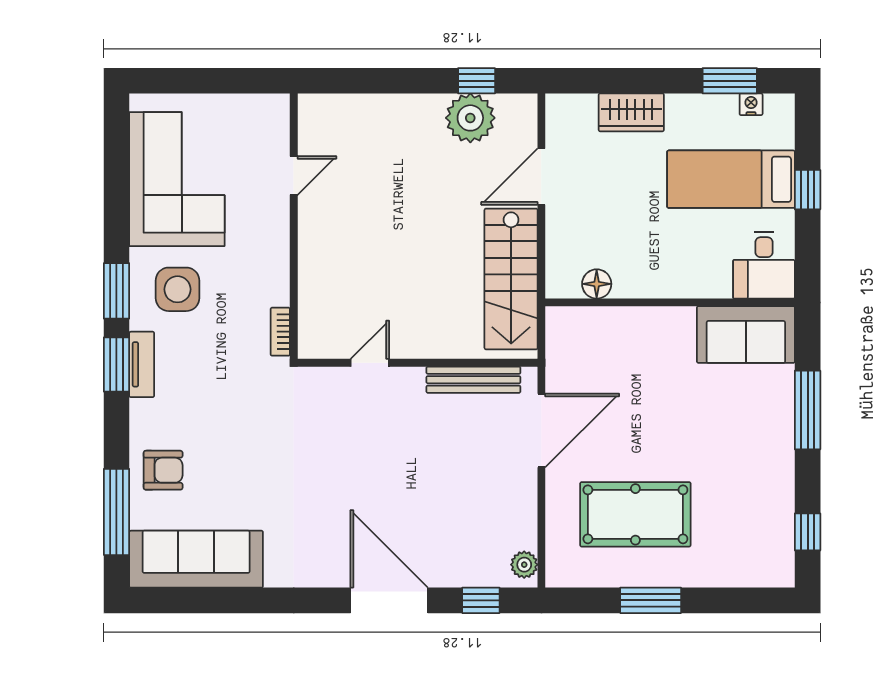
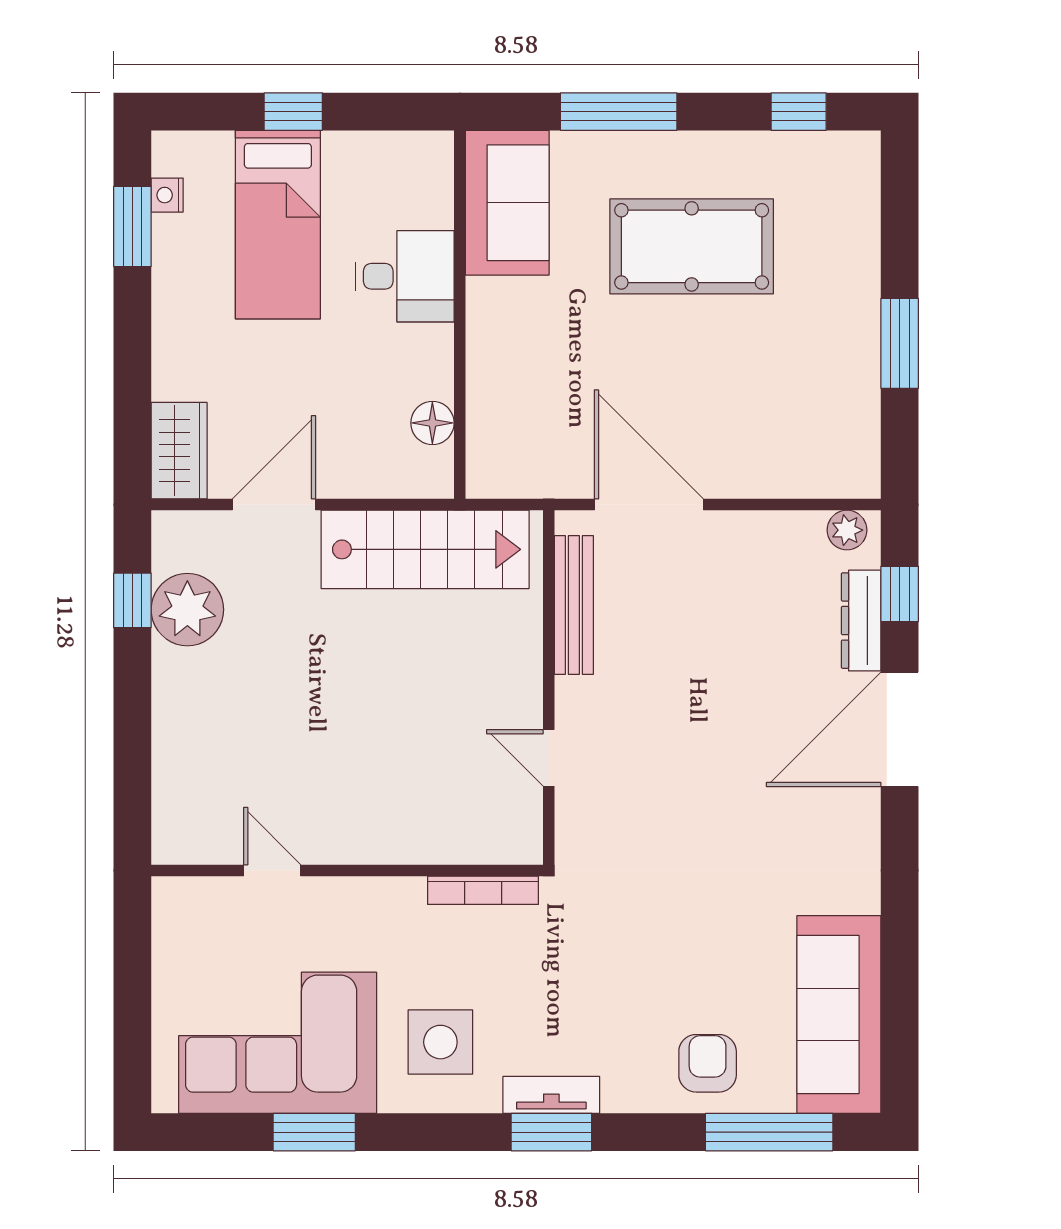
wardrobe: (631, 112) -> (179, 451), moved
door: (541, 177) -> (274, 505), swing flipped
desk: (764, 265) -> (405, 276), moved
window: (116, 291) -> (314, 1132), moved
bookcase: (280, 332) -> (483, 890), width x1.56
pool table: (635, 514) -> (692, 246), moved, turned 90
dresser: (463, 574) -> (861, 621), added

